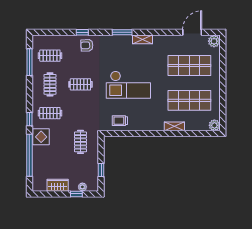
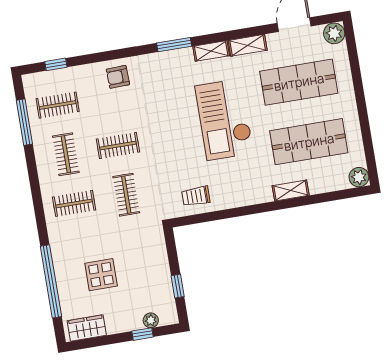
window: (82, 32) -> (56, 64), moved
shelving: (164, 40) -> (248, 45), added
checkout: (128, 85) -> (224, 119), moved, turned 90
window: (29, 119) -> (41, 220), removed
display table: (41, 137) -> (101, 275), moved
clothes rail: (80, 142) -> (126, 195), moved
wardrobe: (58, 185) -> (87, 328), moved

